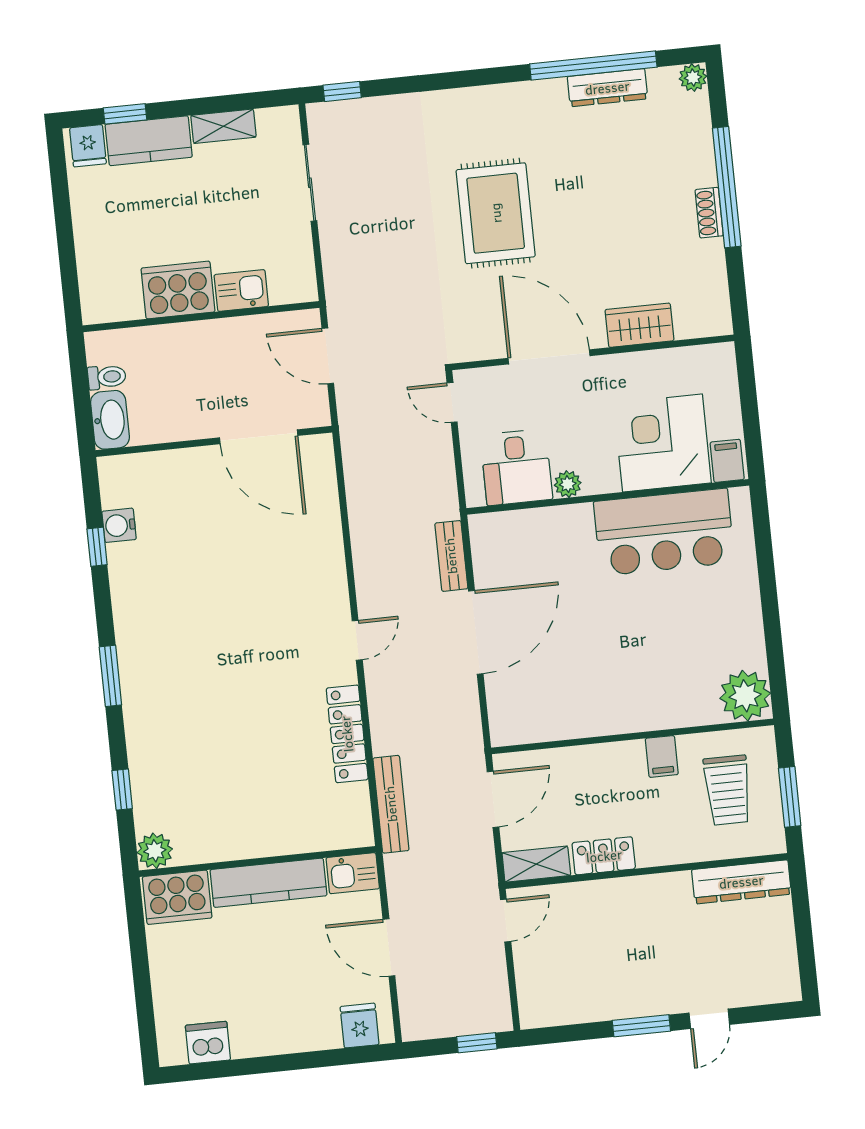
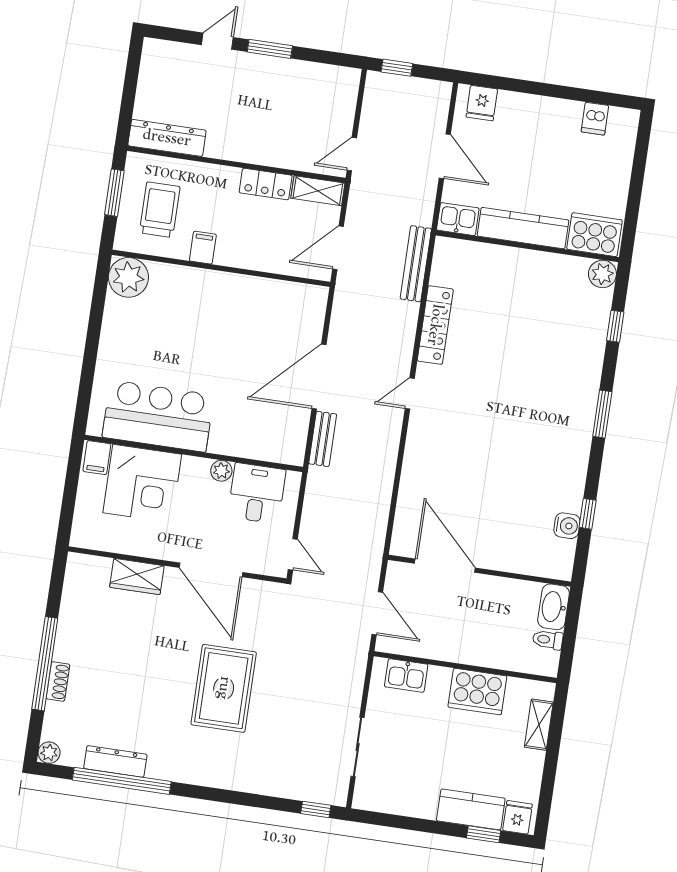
shelving: (223, 126) -> (539, 725), moved, turned 90
shoe rack: (709, 213) -> (58, 681), moved
kitchen sink: (241, 291) -> (406, 675), moved
dishwasher: (208, 1043) -> (595, 119), width x0.73

